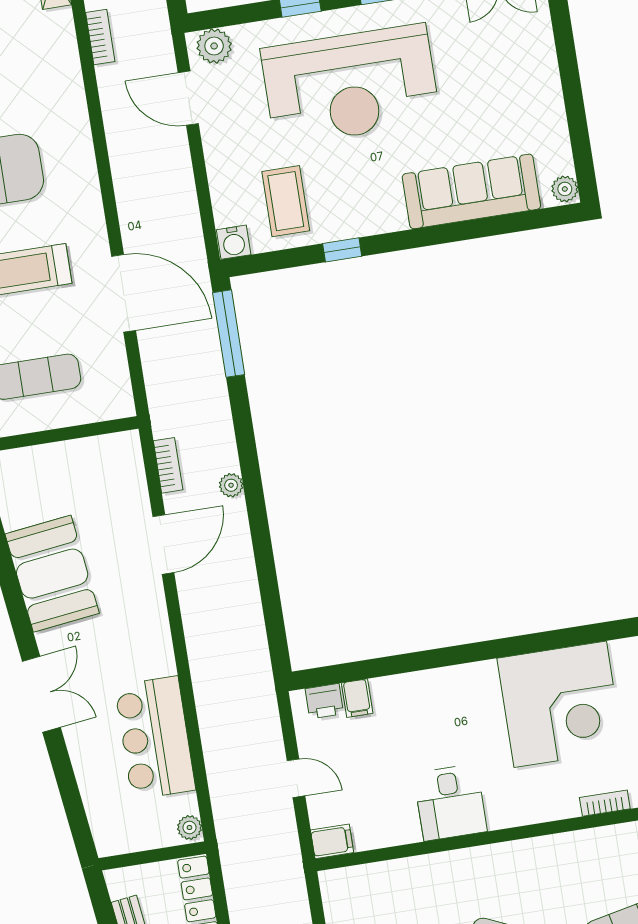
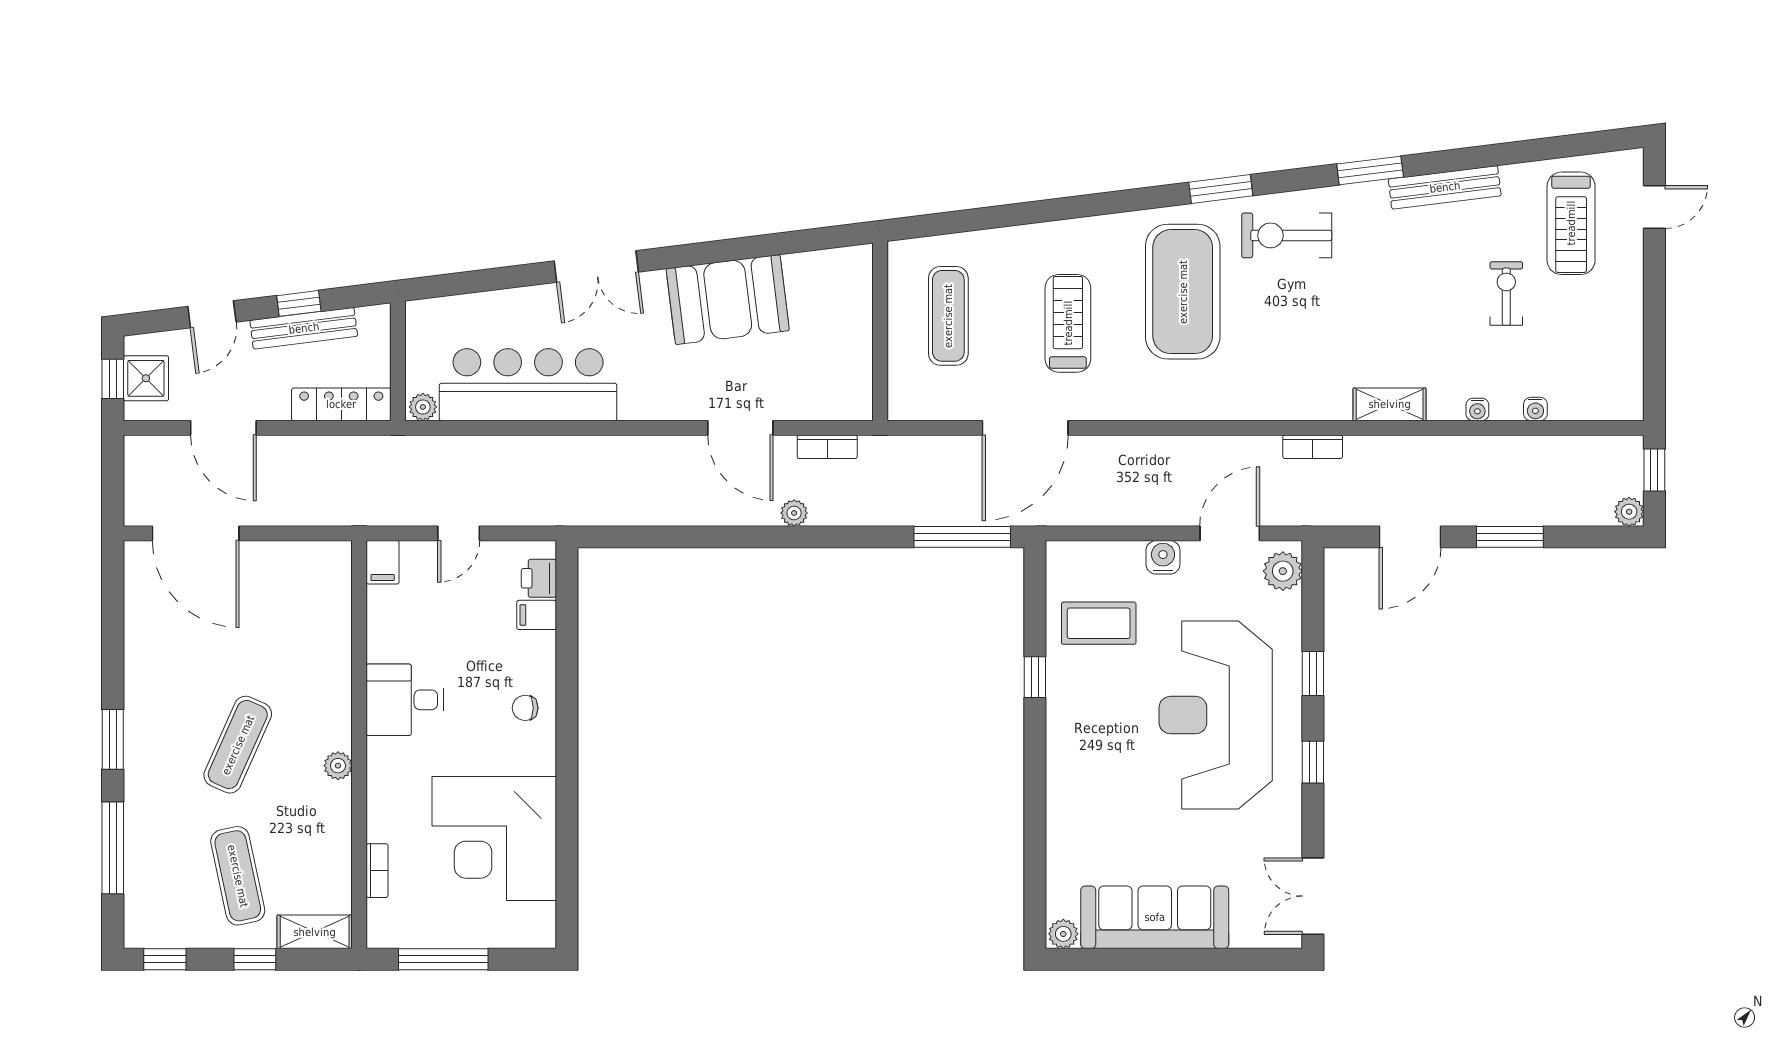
sofa: (471, 191) -> (1155, 917), moved, turned -90
water cooler: (234, 242) -> (1163, 557), moved, turned 90
chair: (441, 695) -> (525, 708), added
bar counter: (155, 738) -> (528, 385), width x1.36
plant: (518, 852) -> (338, 766), added

